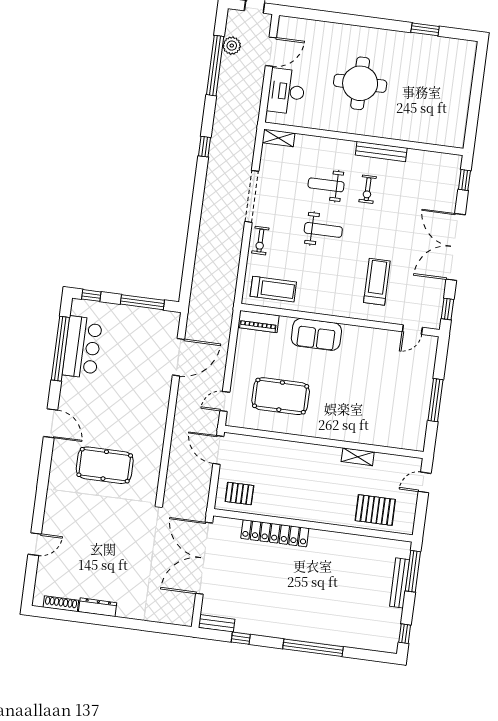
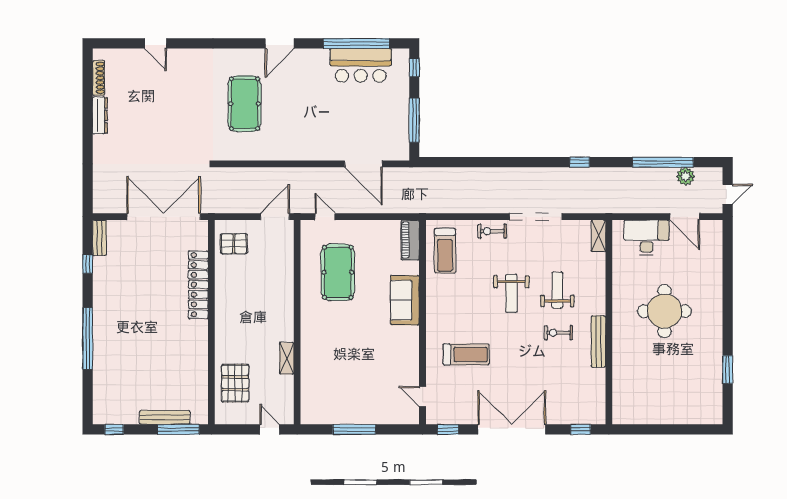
pallet: (239, 493) -> (234, 244), turned 90

